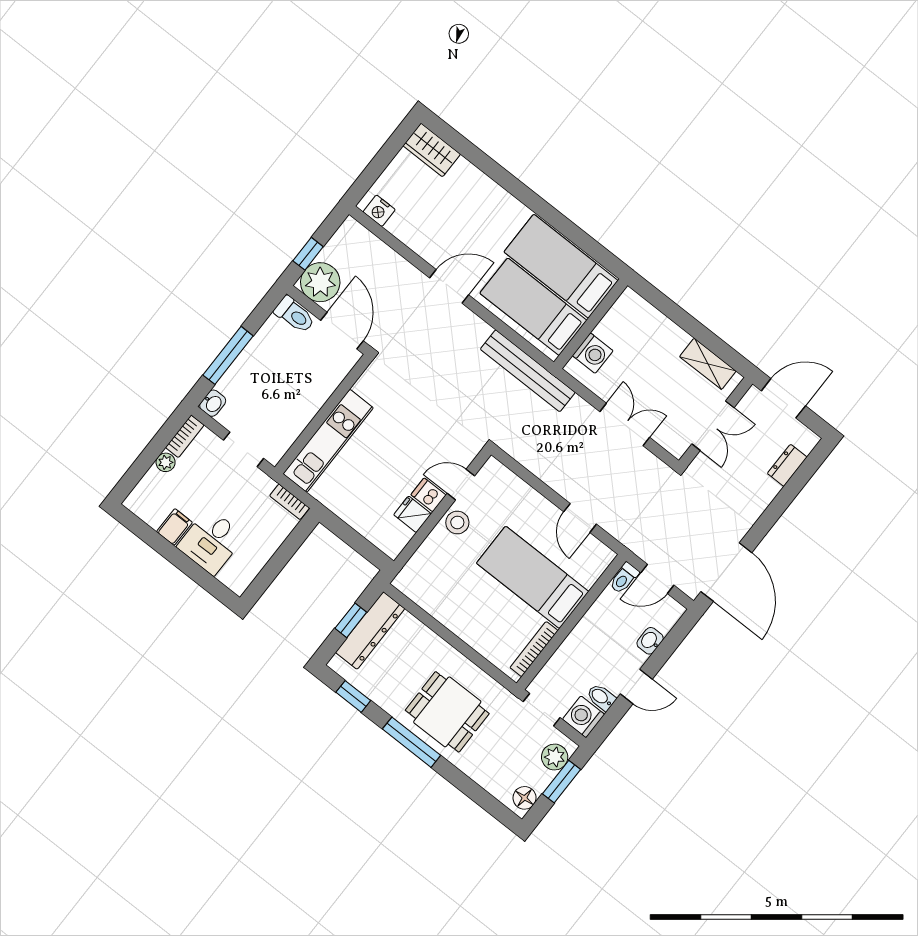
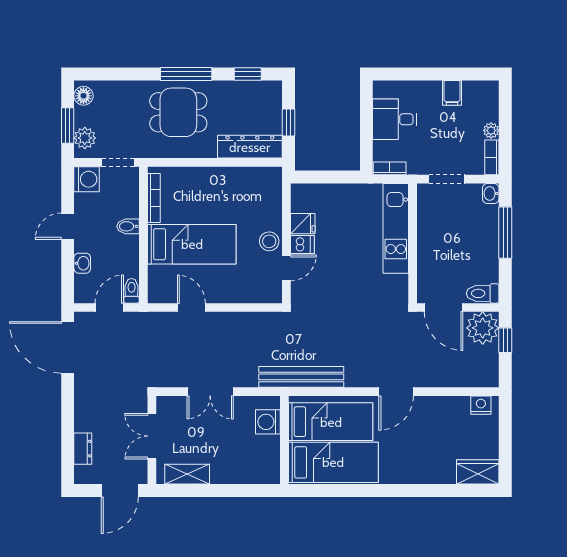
desk: (211, 541) -> (395, 119), moved, turned -90
dresser: (370, 631) -> (250, 147), moved, turned 90
bidet: (601, 697) -> (128, 226), moved, turned 180

